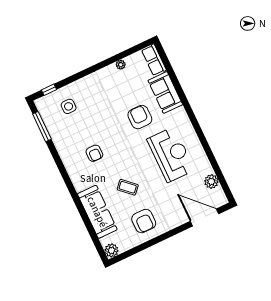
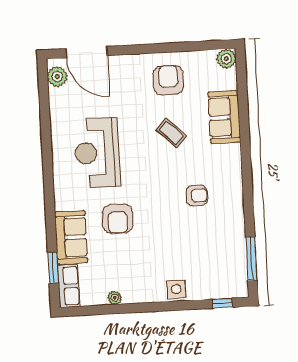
window: (169, 68) -> (53, 268), added
side table: (69, 106) -> (176, 289), moved
armchair: (94, 153) -> (197, 195), turned 90
plant: (211, 182) -> (57, 77), moved
sofa: (97, 212) -> (224, 117), width x0.73

